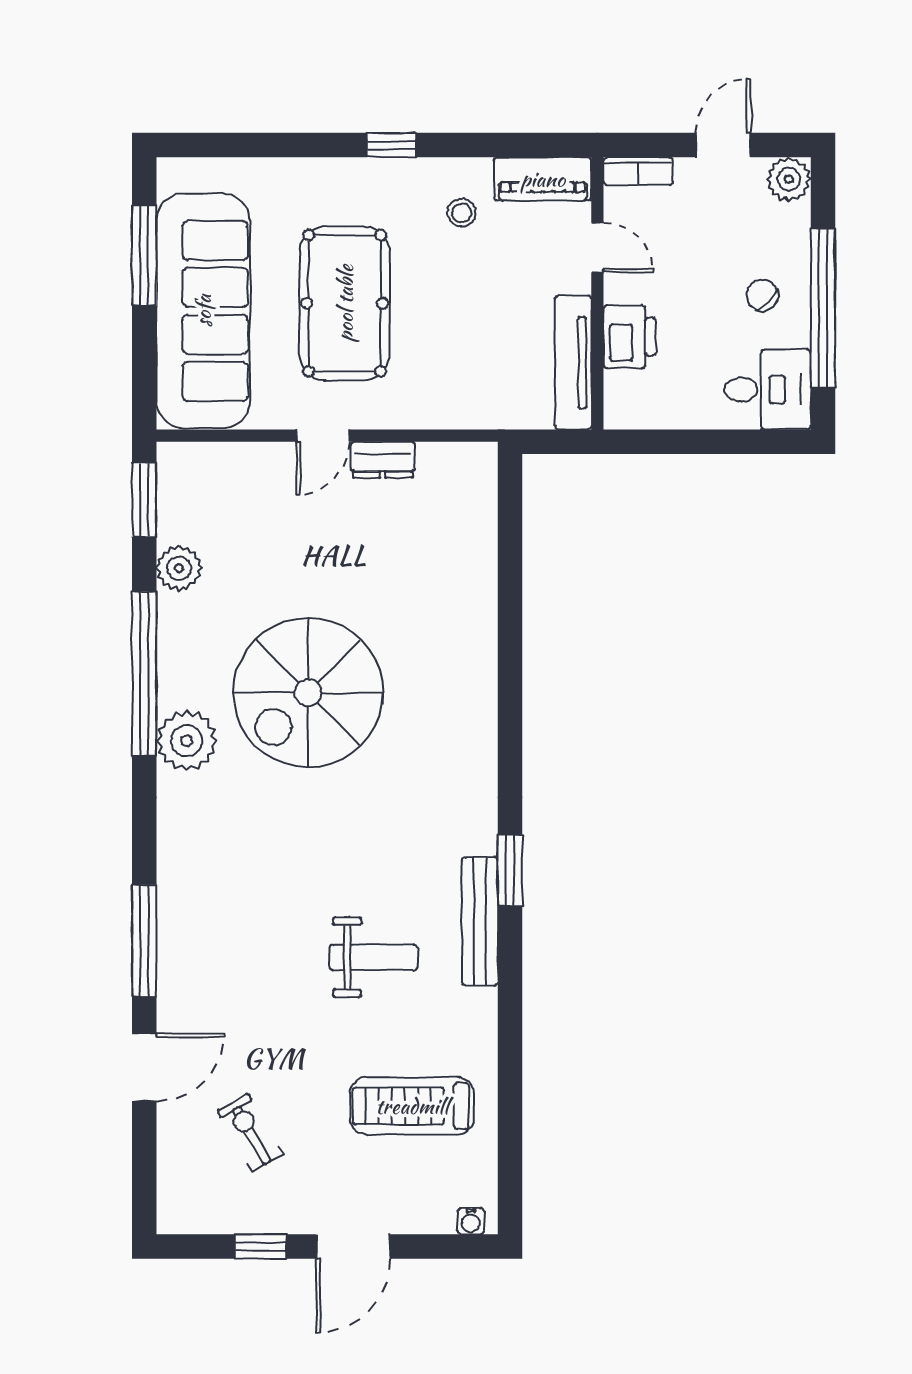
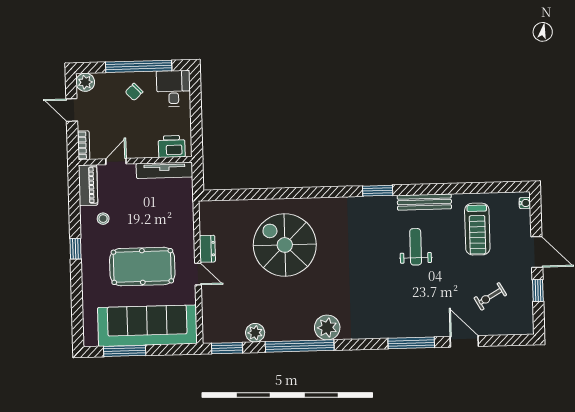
printer: (629, 337) -> (172, 146), moved
spiral stairs: (308, 693) -> (285, 245), moved, turned 180
bench: (480, 921) -> (424, 202), moved

